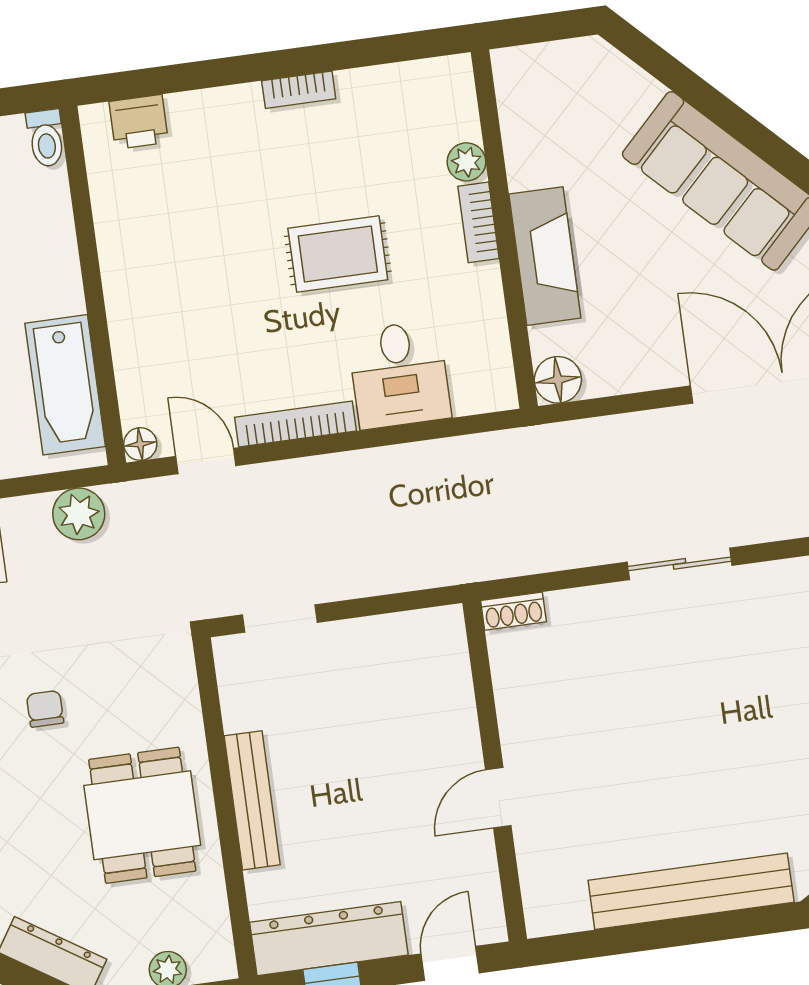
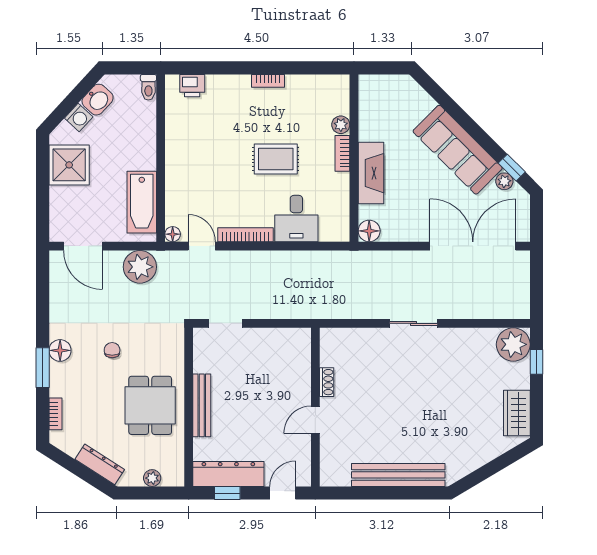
plant: (79, 514) -> (140, 267), width x1.36, depth x1.36
shoe rack: (513, 611) -> (327, 382), moved, turned -90

